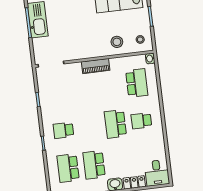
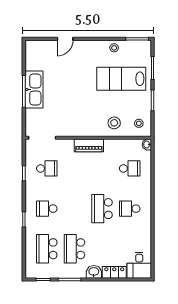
school desk: (137, 83) -> (130, 168), width x0.54
school desk: (59, 93) -> (47, 168), added

